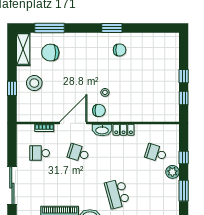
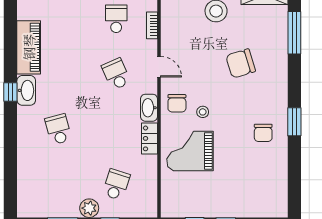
chair: (50, 53) -> (241, 63), moved, turned -107
grand piano: (132, 101) -> (190, 151), added
door: (73, 123) -> (159, 67), width x0.53
school desk: (78, 153) -> (116, 74), turned -42
school desk: (117, 194) -> (58, 129), width x0.54

